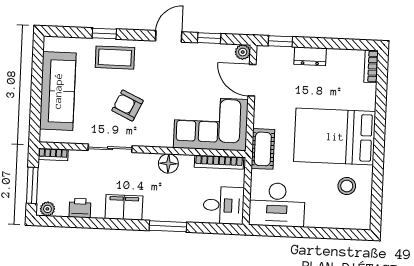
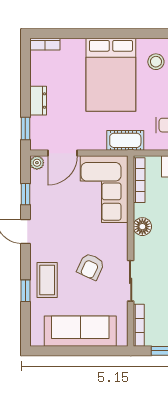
bookcase: (53, 154) -> (139, 325), width x1.56

